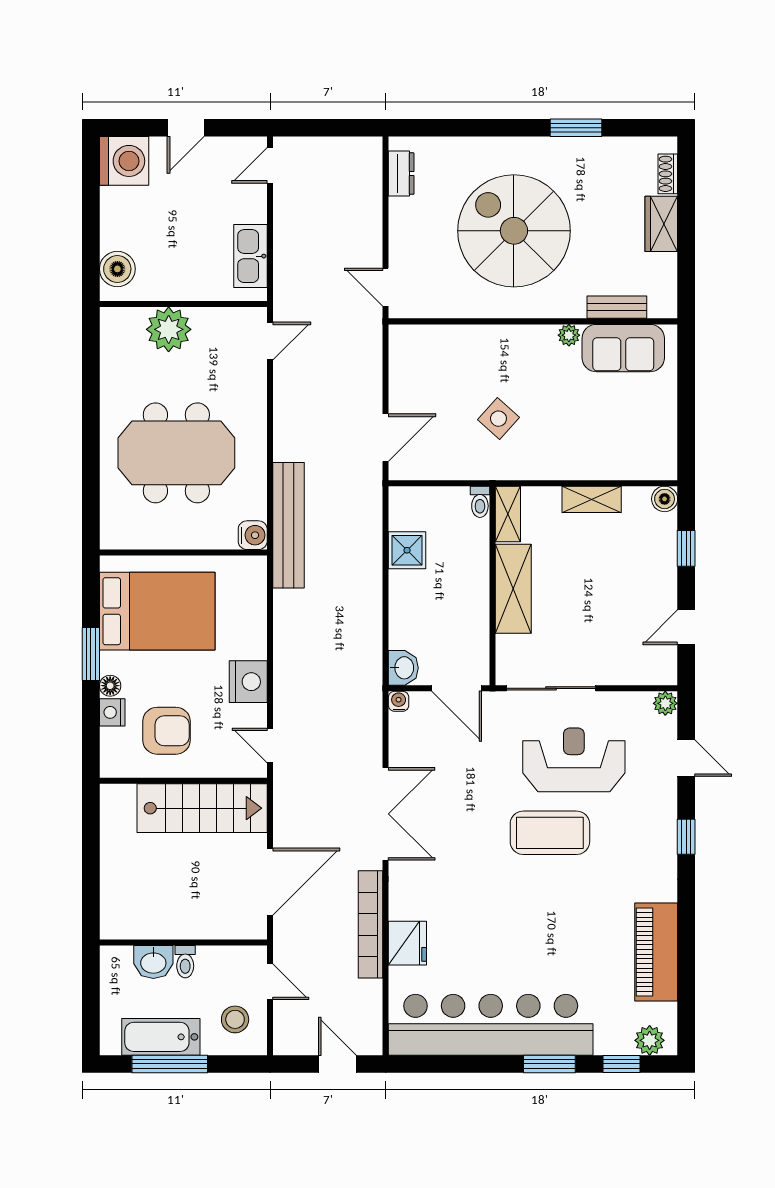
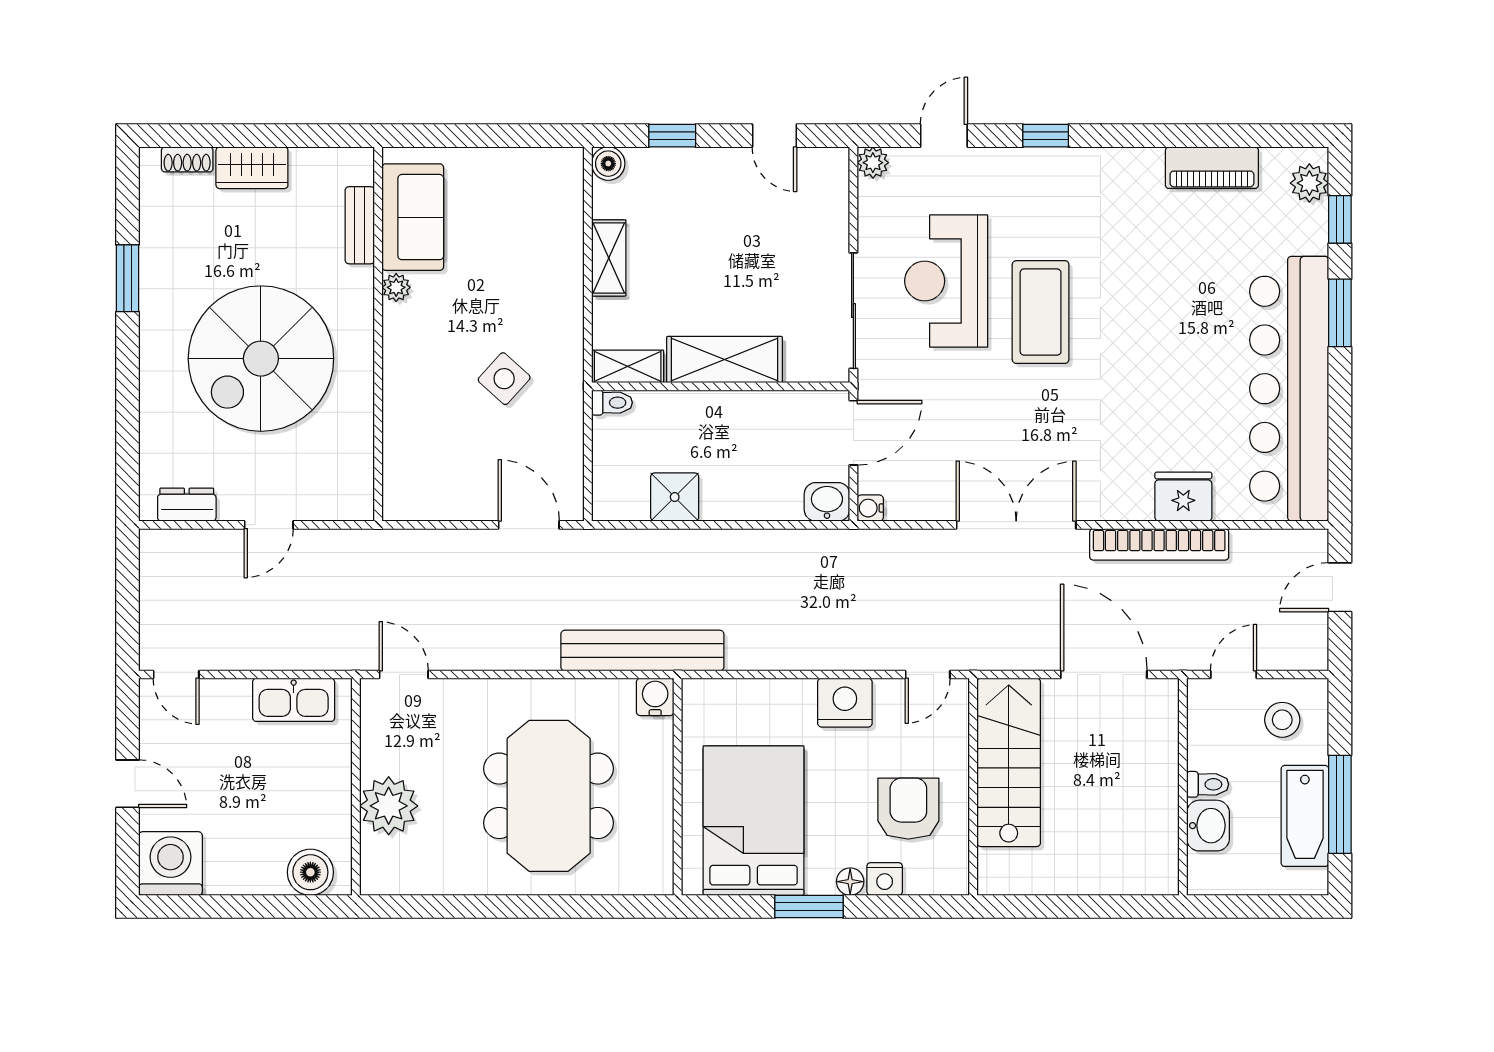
door: (386, 287) -> (269, 525), moved
piano: (656, 952) -> (1212, 168), width x0.73, depth x0.75

